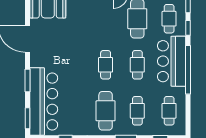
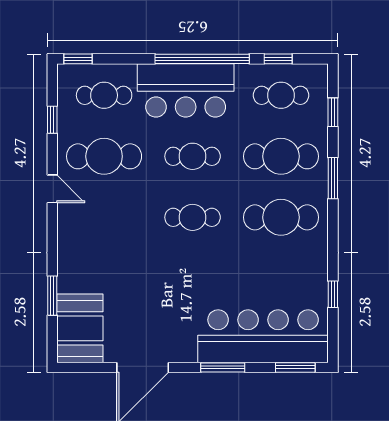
window: (188, 28) -> (278, 59), moved
cafe table: (137, 111) -> (281, 156), width x1.37, depth x1.35

